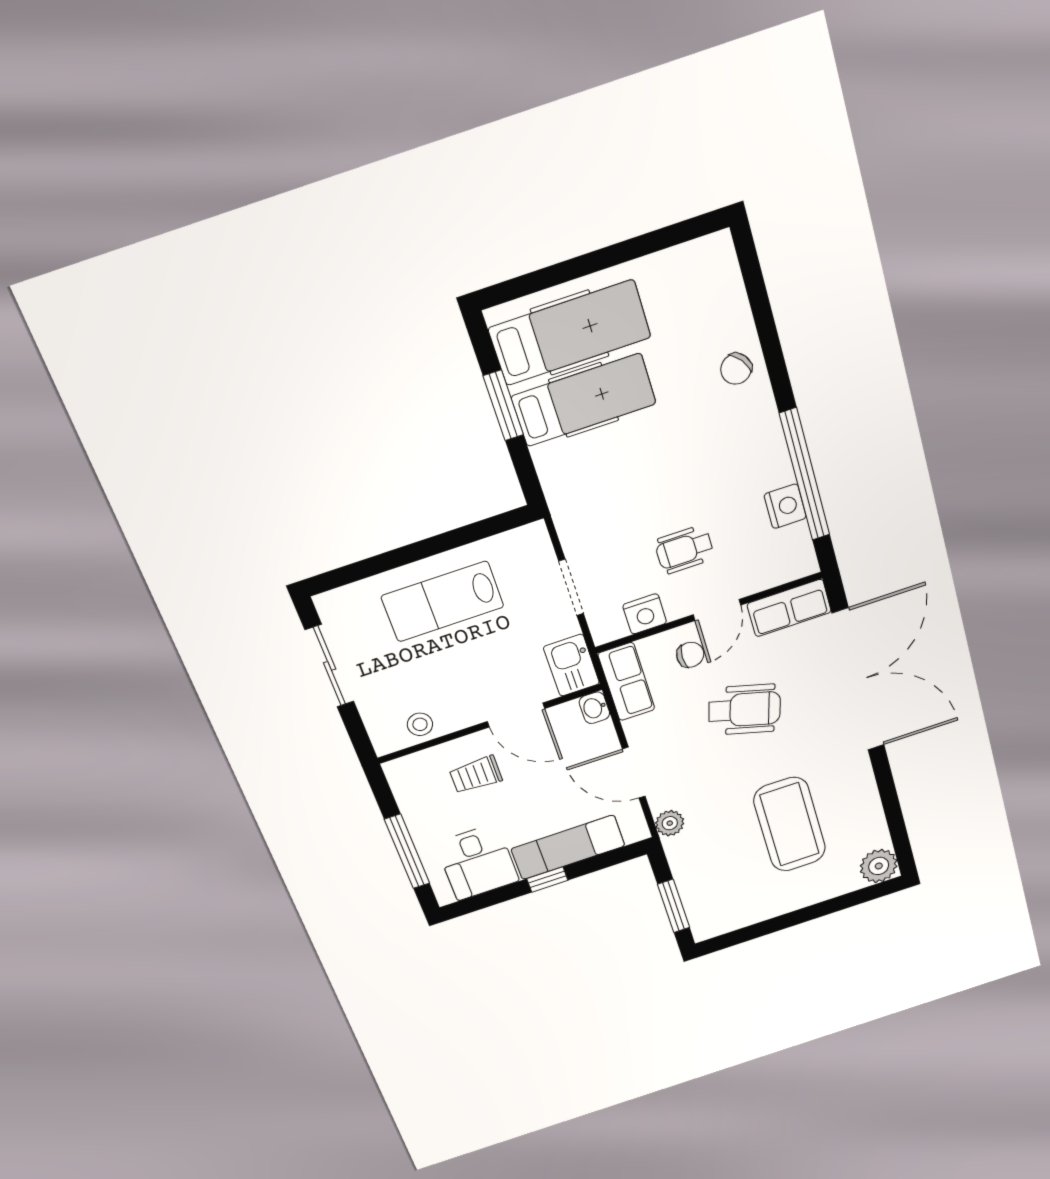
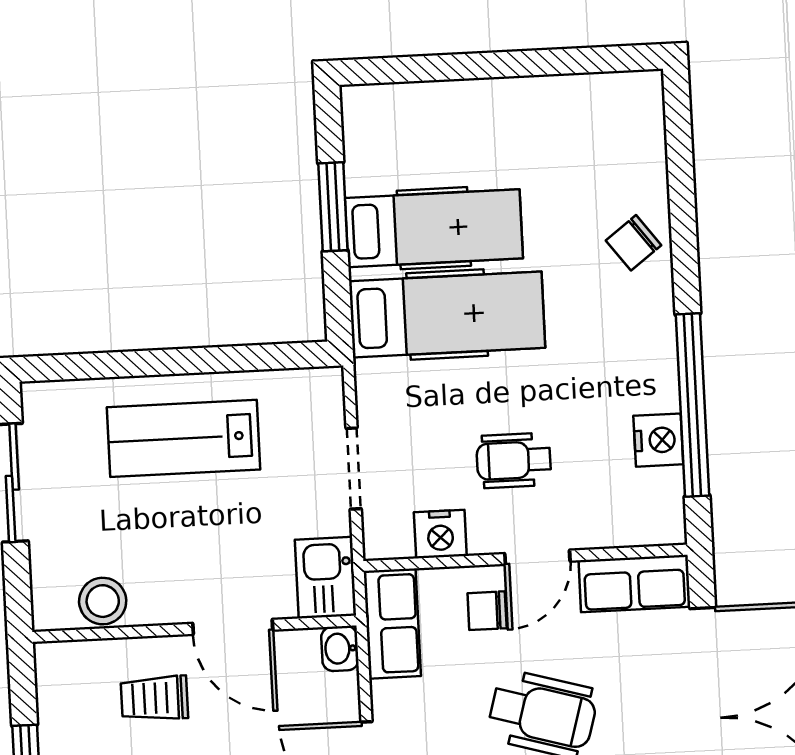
hospital bed: (570, 333) -> (447, 315), moved
chair: (690, 655) -> (487, 611), turned 180
stool: (420, 724) -> (103, 601), width x1.37, depth x1.37

